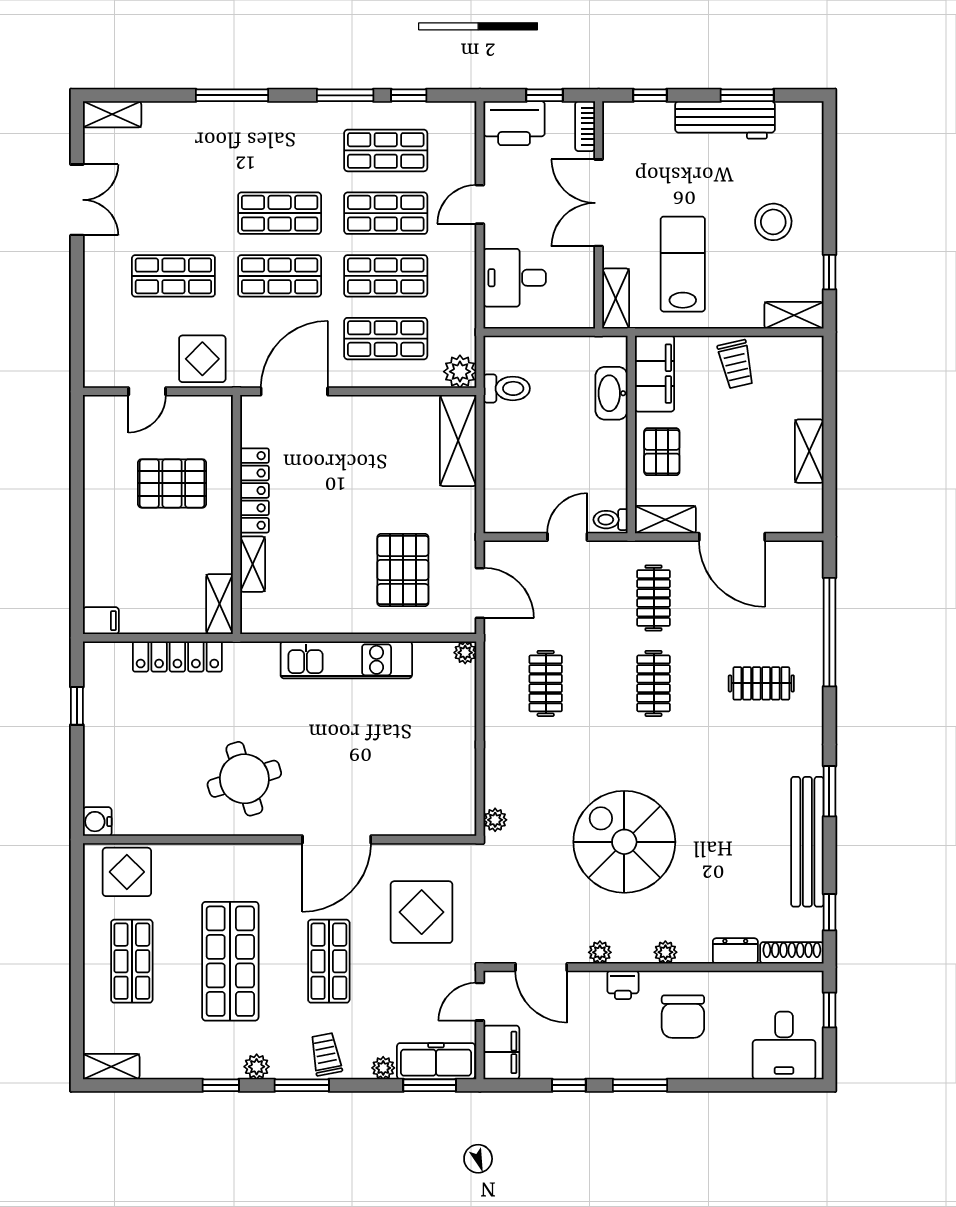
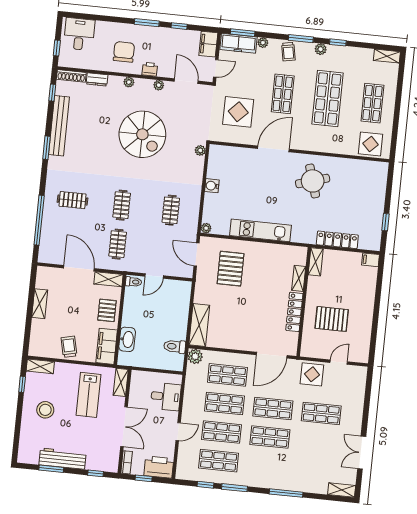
water cooler: (97, 822) -> (212, 186), moved, turned 180

